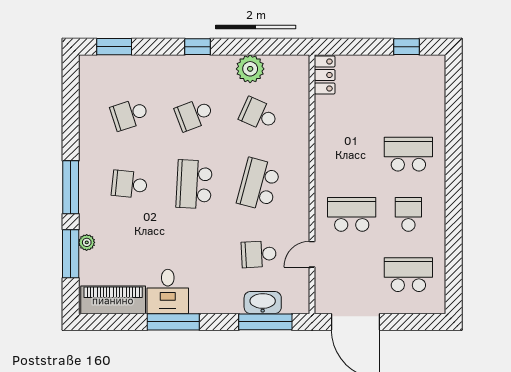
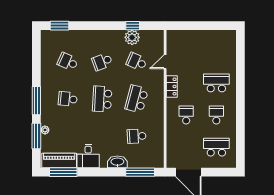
window: (198, 47) -> (133, 26), moved
window: (406, 47) -> (215, 26), removed
locker: (325, 75) -> (172, 86), moved
school desk: (129, 114) -> (68, 62), turned 42
school desk: (352, 214) -> (186, 115), width x0.54
door: (312, 254) -> (165, 62), moved
washbasin: (263, 303) -> (117, 162), moved
window: (173, 322) -> (63, 172), moved

